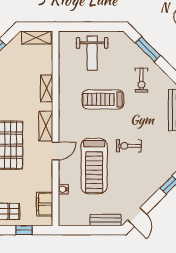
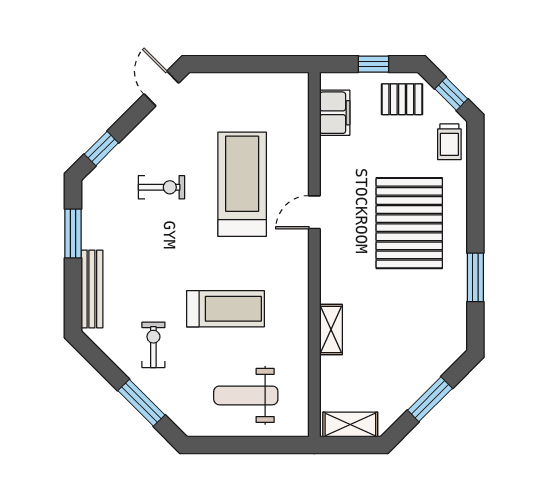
weight bench: (92, 53) -> (246, 395), turned -90
shelving: (46, 126) -> (332, 259), removed
exercise bike: (129, 146) -> (161, 187), moved
water cooler: (63, 189) -> (300, 141), removed
bench: (105, 220) -> (221, 83), removed

